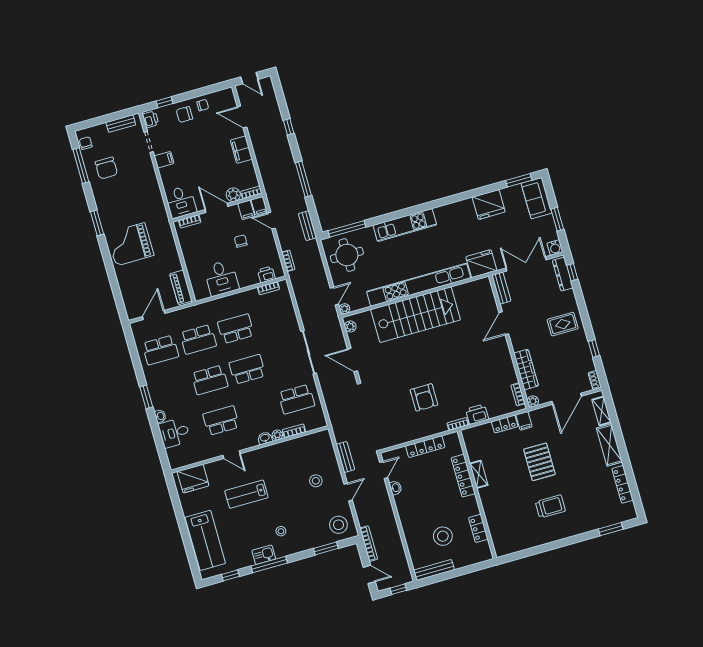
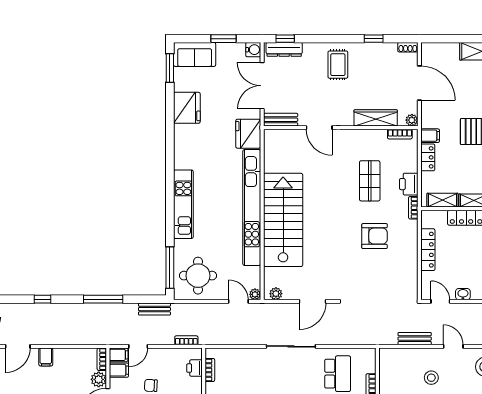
filing cabinet: (241, 150) -> (46, 357), width x0.50
shop shelf: (470, 380) -> (370, 181), added
shelving: (602, 411) -> (442, 200), moved

